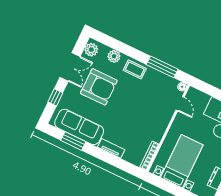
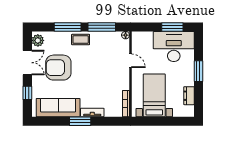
window: (128, 50) -> (68, 27), added
plant: (114, 56) -> (59, 37), removed
armchair: (99, 87) -> (58, 68), turned 180
door: (180, 104) -> (130, 61), moved
window: (73, 141) -> (80, 121), moved

